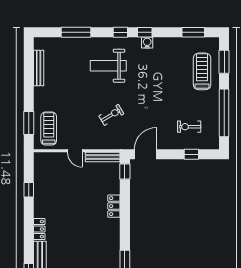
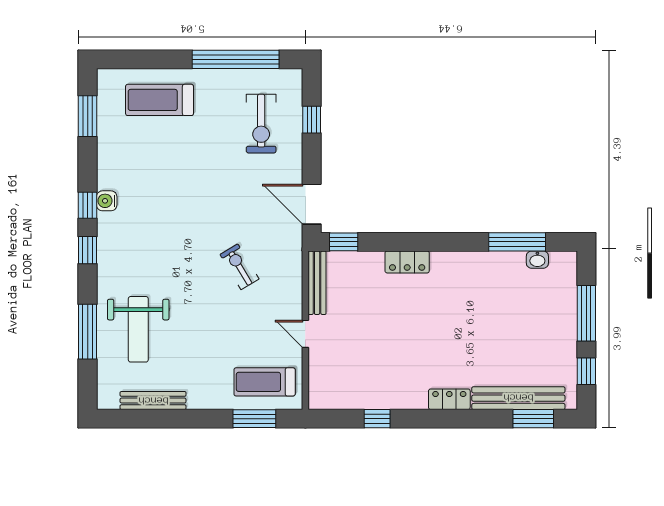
window: (224, 62) -> (142, 59), removed
weight bench: (108, 66) -> (138, 329), moved
exercise bike: (189, 127) -> (261, 124), width x1.38, depth x1.39
door: (75, 151) -> (305, 334), swing flipped

